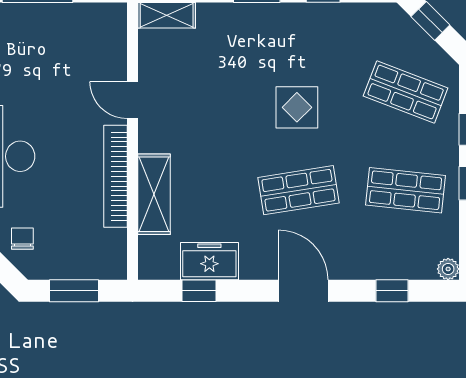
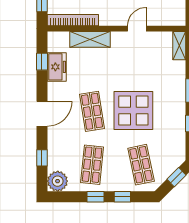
shop shelf: (406, 92) -> (141, 165), turned -33
display table: (297, 107) -> (133, 111), width x1.86, depth x1.86
bookcase: (115, 176) -> (73, 20), moved
plant: (448, 269) -> (58, 181), width x1.88, depth x1.88

